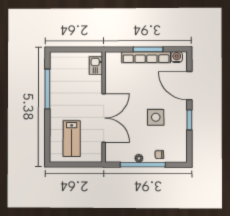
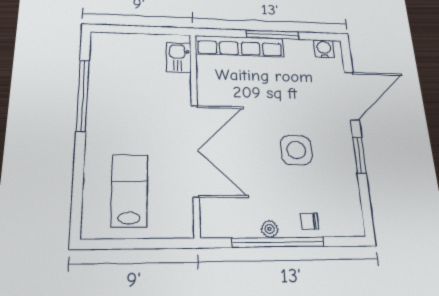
row of seats: (146, 57) -> (240, 46), moved
door: (189, 86) -> (352, 96), swing flipped
lab bench: (72, 139) -> (130, 190), turned 180

